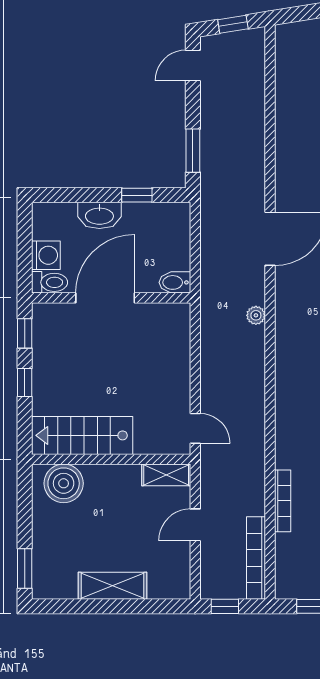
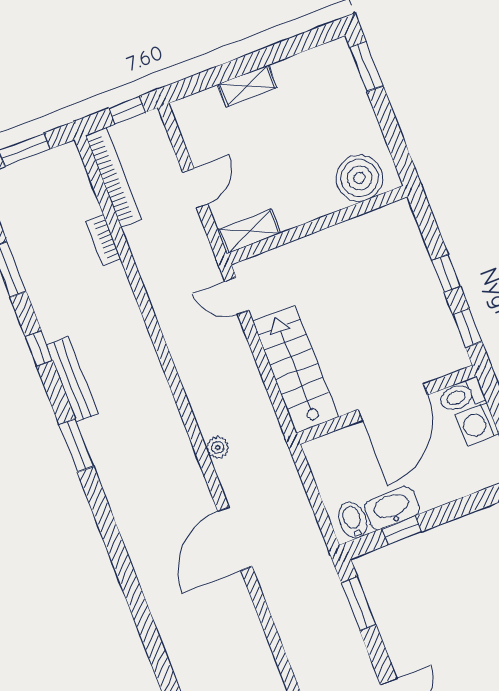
washbasin: (99, 215) -> (392, 508), moved
bidet: (175, 282) -> (353, 520), moved, turned -90
stairs: (82, 435) -> (295, 369), moved, turned -90
bookcase: (283, 501) -> (103, 240), width x0.64
shelving: (112, 586) -> (247, 86), width x0.67, depth x0.75

